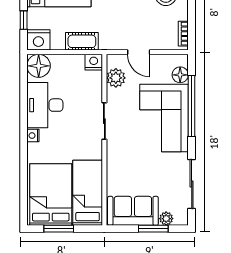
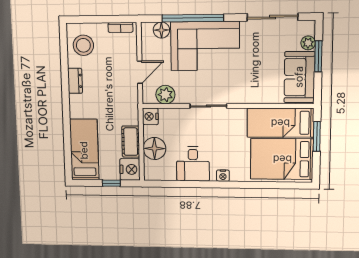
cot: (82, 41) -> (131, 142), moved
floor lamp: (39, 66) -> (154, 149), moved
desk: (45, 105) -> (193, 164), width x0.73
window: (59, 229) -> (317, 136), moved

